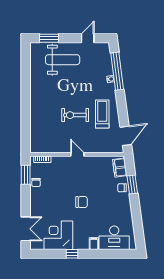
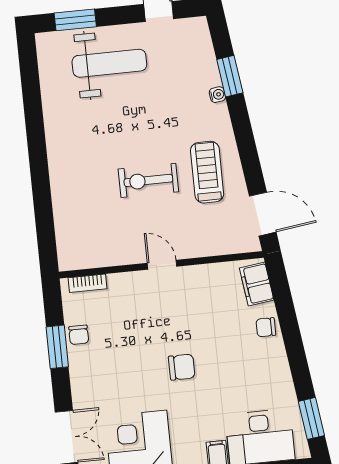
window: (117, 71) -> (230, 76), width x0.47
door: (126, 136) -> (263, 214), hinge flipped
window: (26, 175) -> (57, 347), moved
window: (132, 185) -> (311, 418), moved

